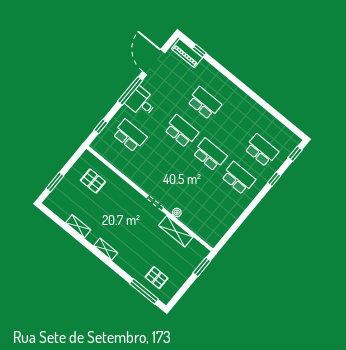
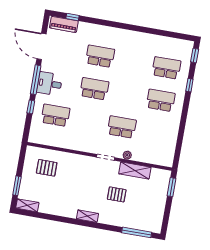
window: (101, 126) -> (31, 107), moved
school desk: (210, 155) -> (122, 127), moved
shelving: (78, 226) -> (27, 205), moved
pallet: (157, 278) -> (117, 194), moved

